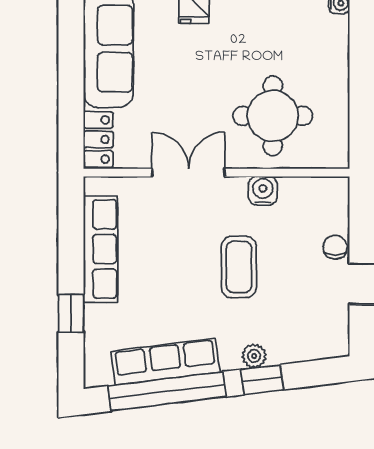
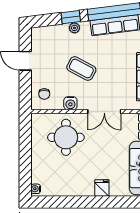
chair: (335, 247) -> (44, 94), moved
coffee table: (239, 267) -> (81, 69), turned -62

